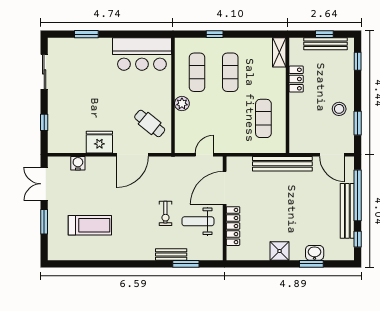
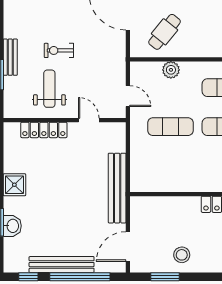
plant: (182, 104) -> (171, 70), moved
exercise mat: (263, 118) -> (170, 127), moved
door: (225, 188) -> (89, 120), width x0.53

